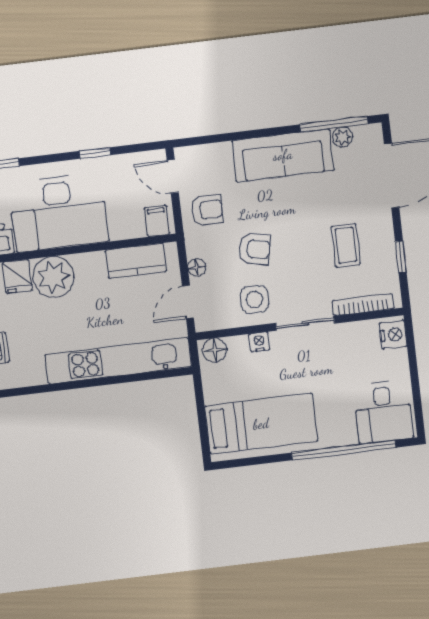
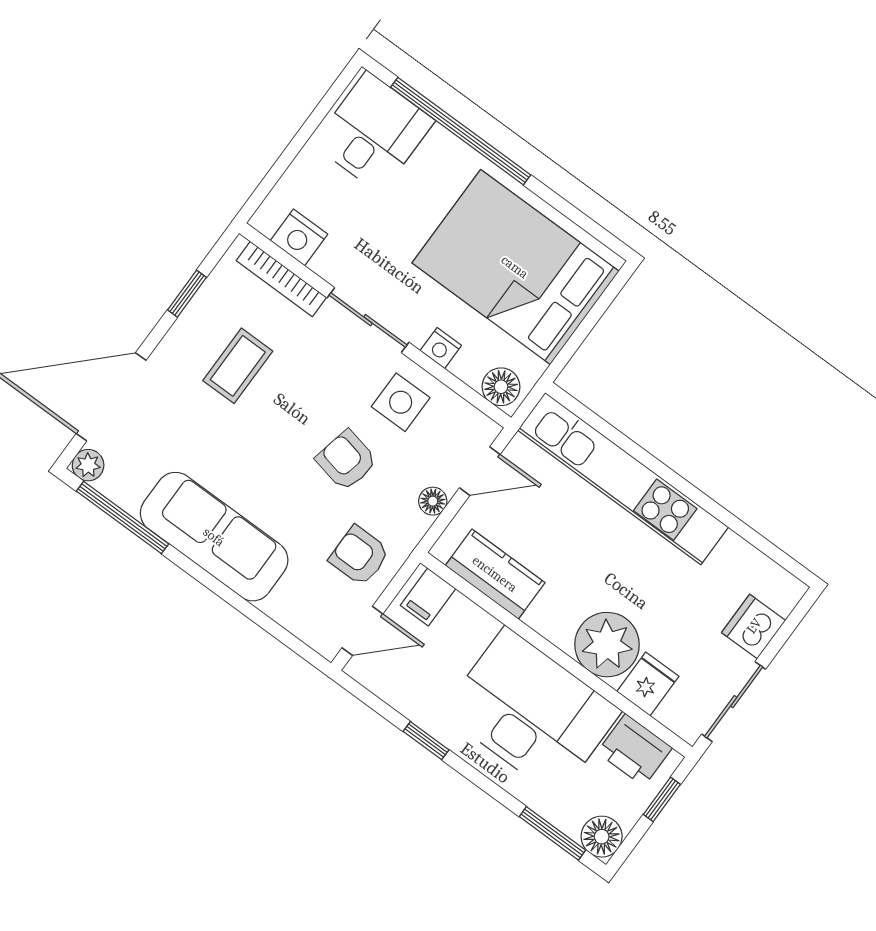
plant: (343, 137) -> (88, 465), moved
door: (173, 176) -> (362, 631), hinge flipped
nightstand: (393, 335) -> (299, 237), moved, turned -90
bed: (261, 424) -> (515, 267), width x1.50

